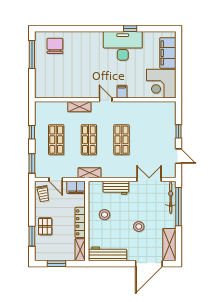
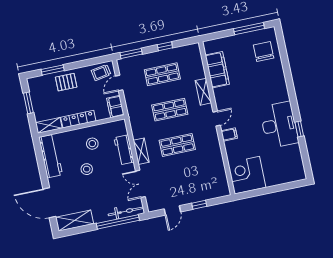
chair: (55, 46) -> (264, 52), turned -90
filing cabinet: (168, 53) -> (217, 70), moved, turned 90
shelving: (90, 173) -> (141, 151), moved
double door: (149, 180) -> (140, 184), swing flipped
stool: (139, 226) -> (87, 169), moved

